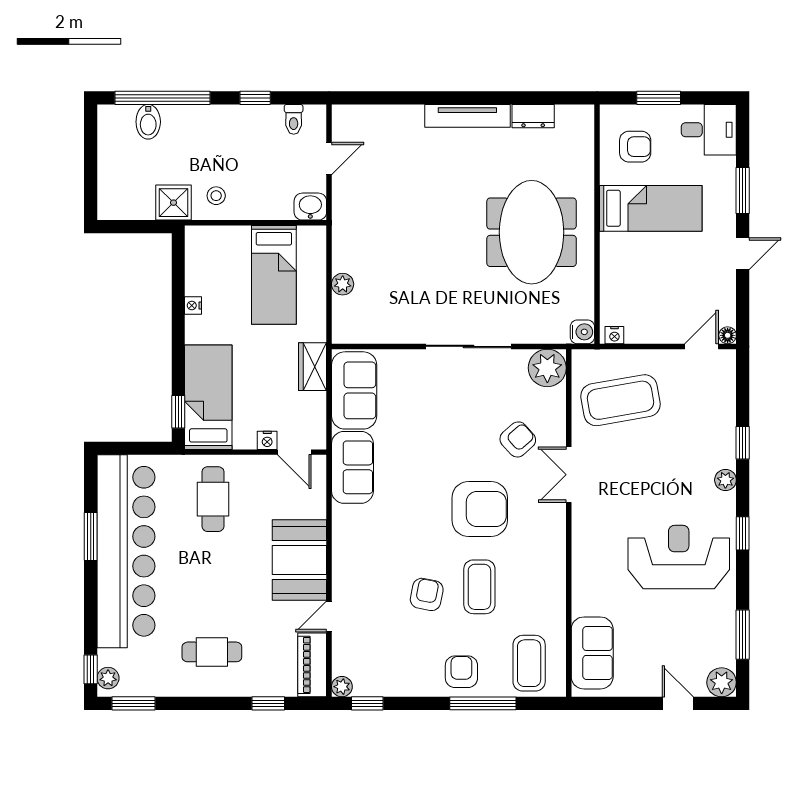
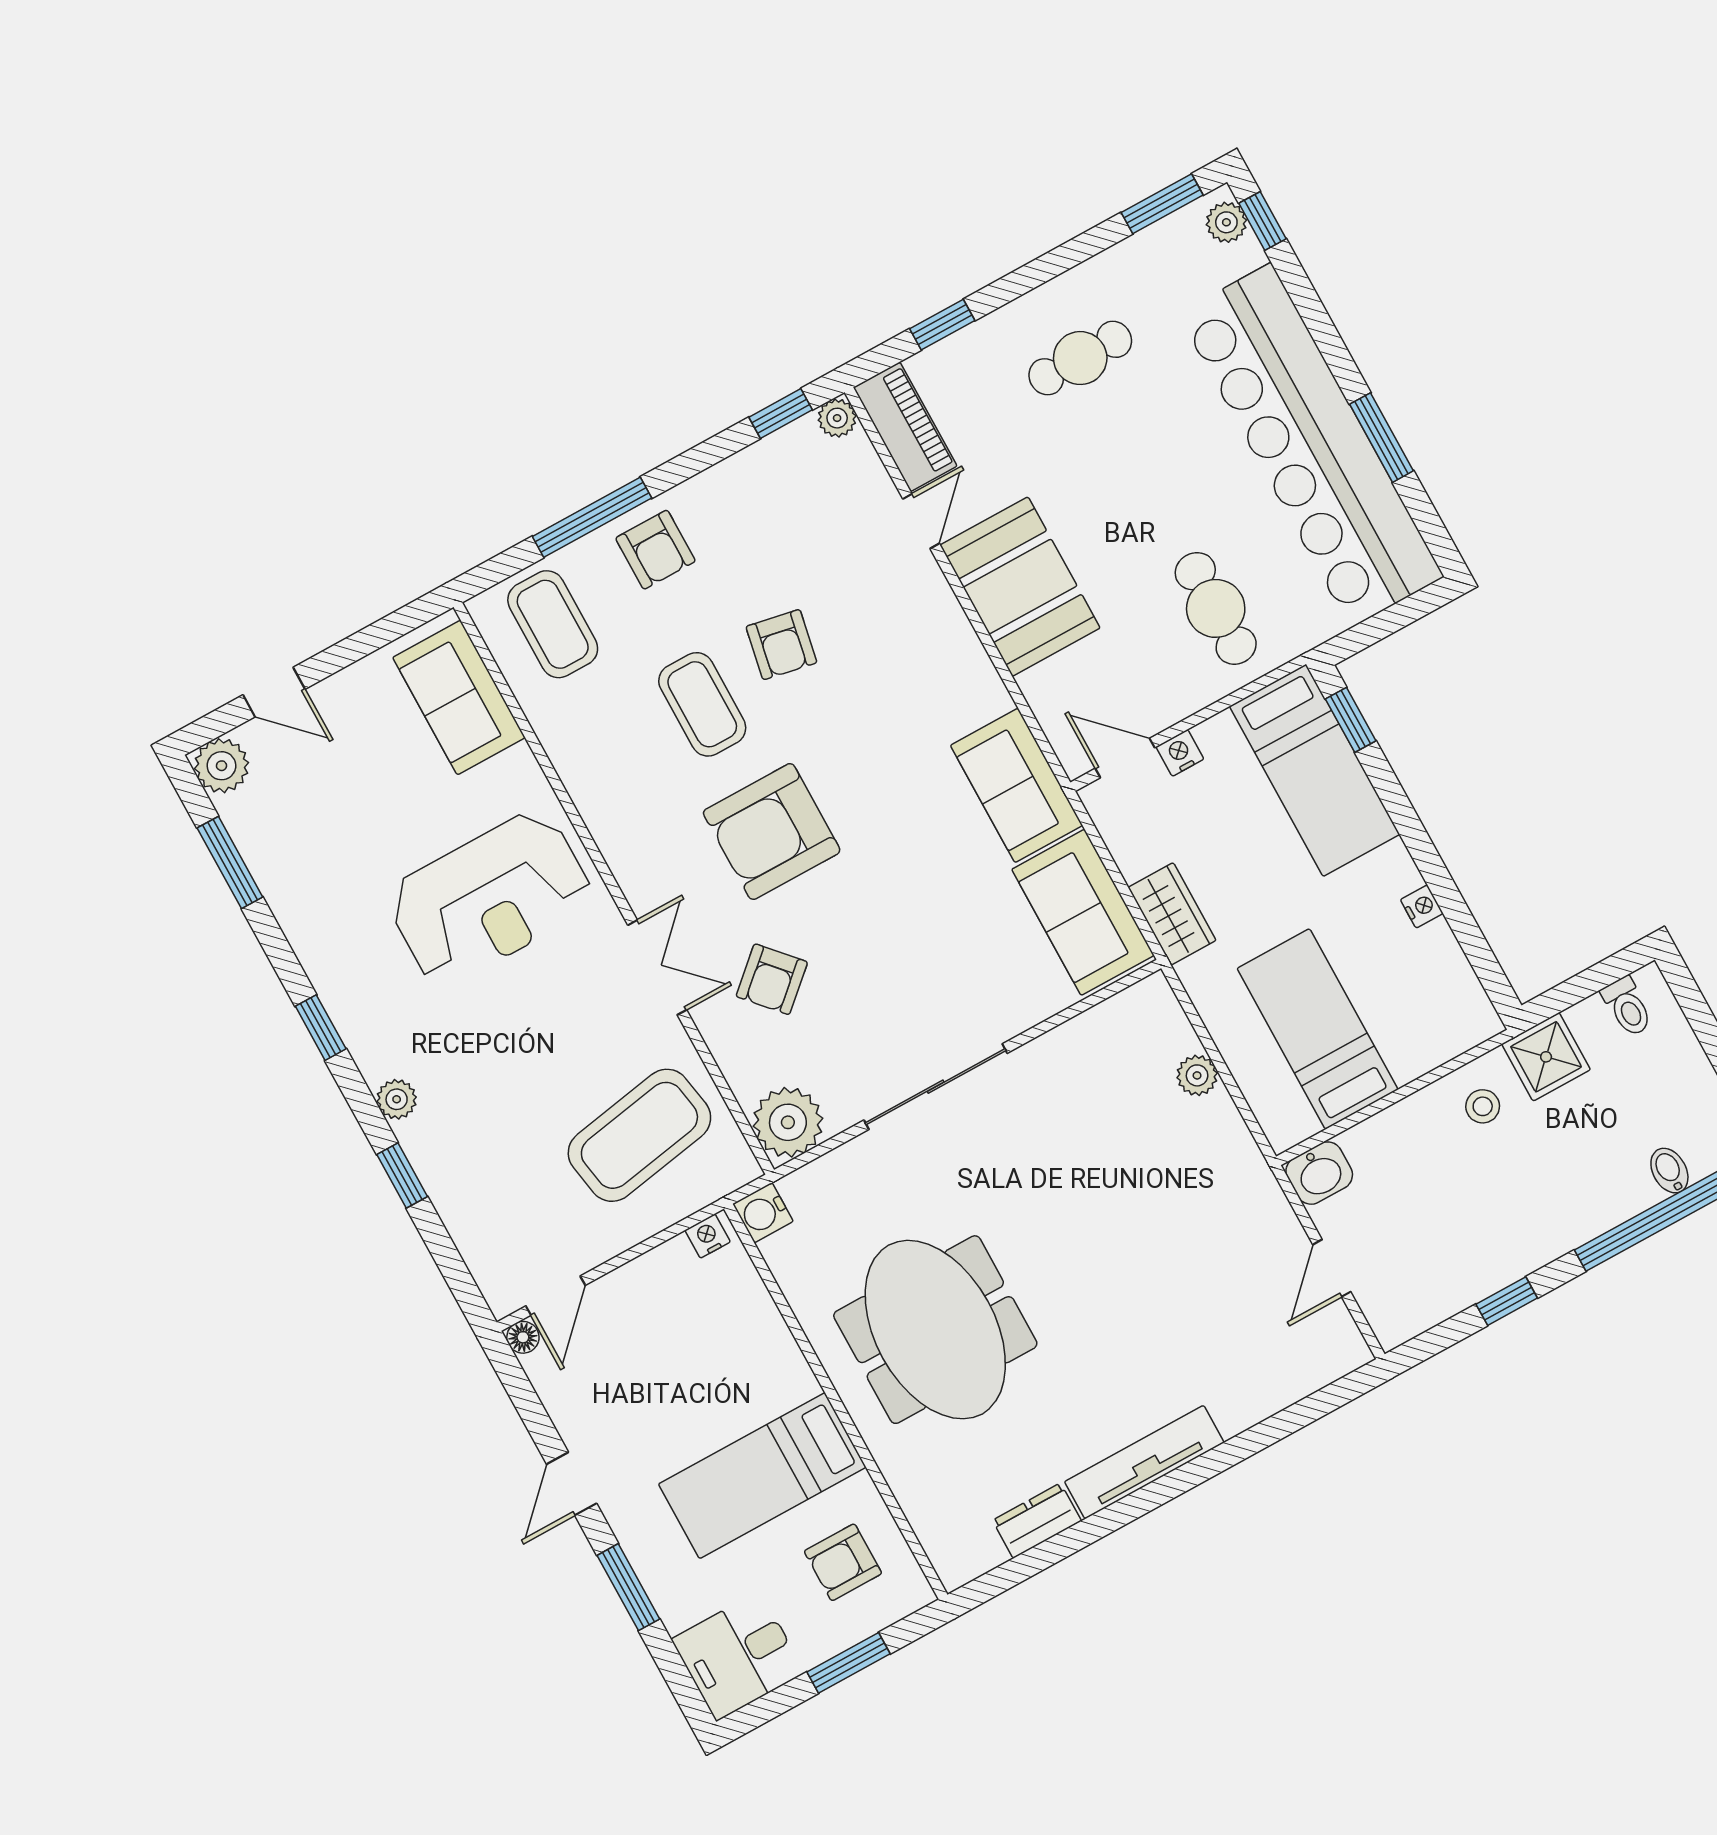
toilet: (294, 119) -> (1627, 1007), moved, turned 180
bidet: (148, 122) -> (1669, 1171), width x0.72, depth x0.74
reception desk: (679, 557) -> (490, 898), moved

